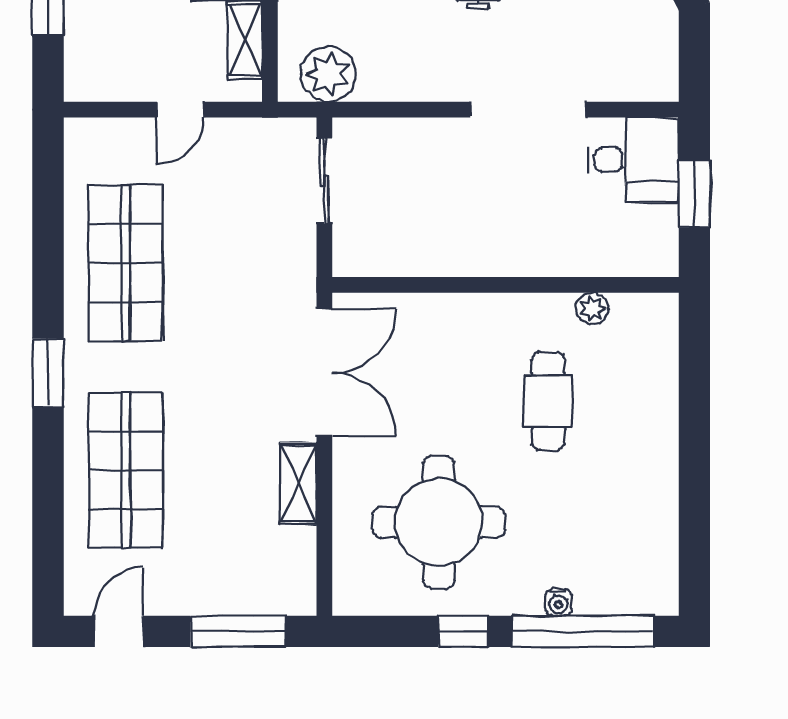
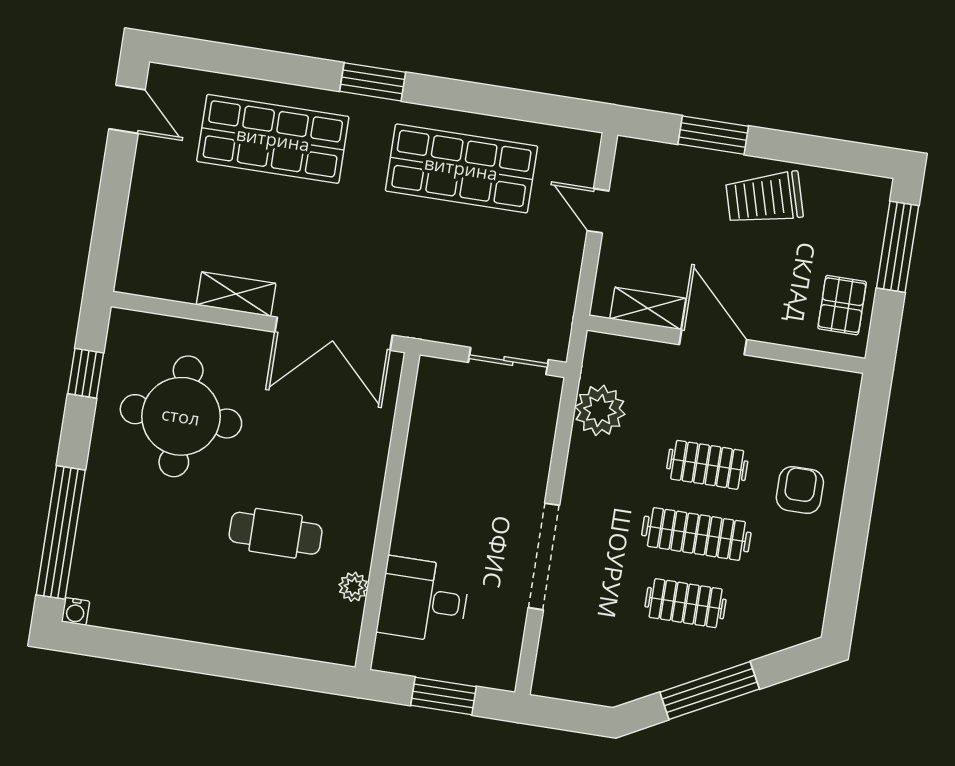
plant: (328, 74) -> (600, 410), moved
door: (180, 110) -> (598, 211), moved
desk: (633, 160) -> (424, 600), moved, turned 90
water cooler: (558, 602) -> (75, 611), moved, turned -90
window: (238, 631) -> (110, 218), removed
window: (463, 631) -> (86, 373), moved

